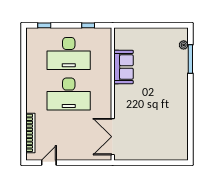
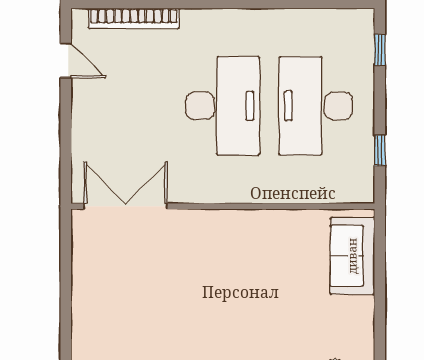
sofa: (123, 67) -> (352, 256), moved, turned 90
desk: (69, 94) -> (223, 106), turned 180

